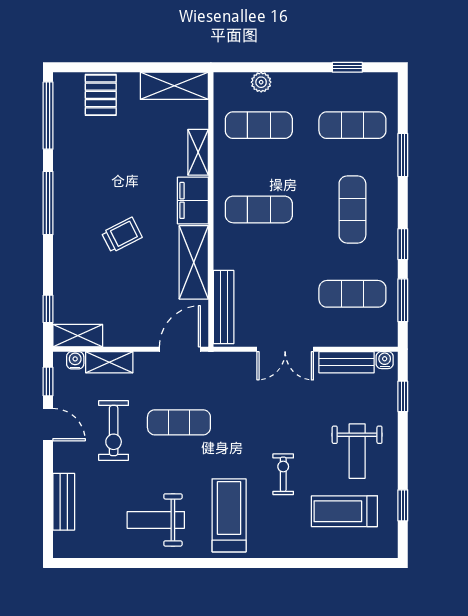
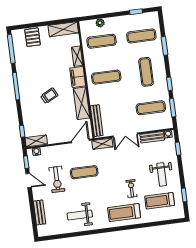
shelving: (109, 362) -> (102, 144), moved
treadmill: (229, 515) -> (124, 213), moved, turned -90

